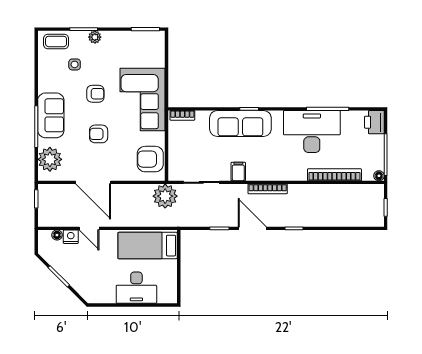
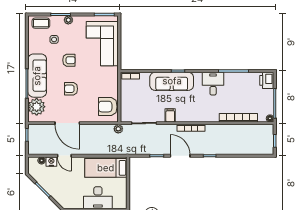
corner sofa: (143, 100) -> (102, 44), moved
sofa: (51, 115) -> (37, 76), width x1.36
desk: (312, 132) -> (213, 84), width x0.53, depth x0.77
plant: (165, 196) -> (118, 129), width x0.53, depth x0.53

